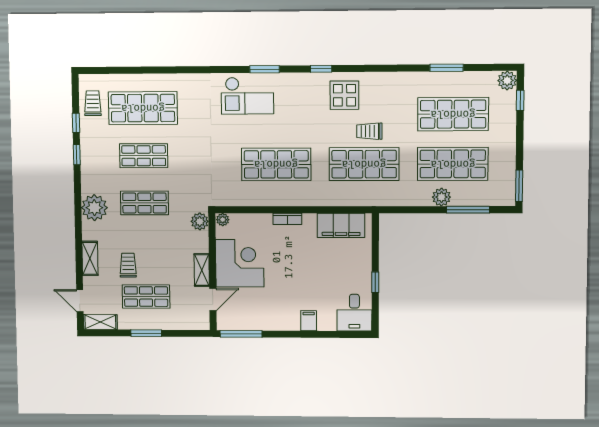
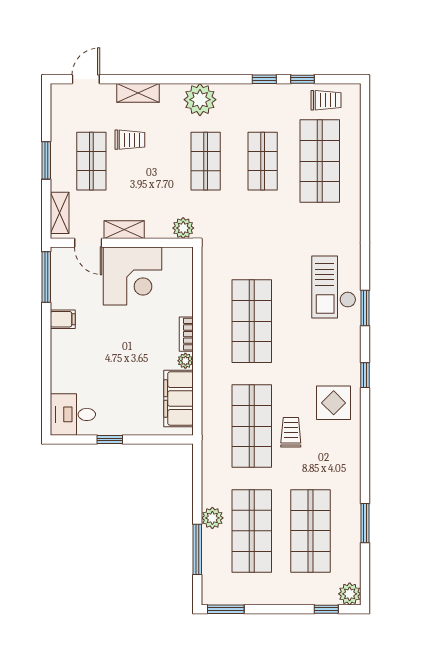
plant: (223, 220) -> (185, 361), moved
filing cabinet: (309, 321) -> (63, 319), moved
shelving: (100, 322) -> (60, 213), moved

